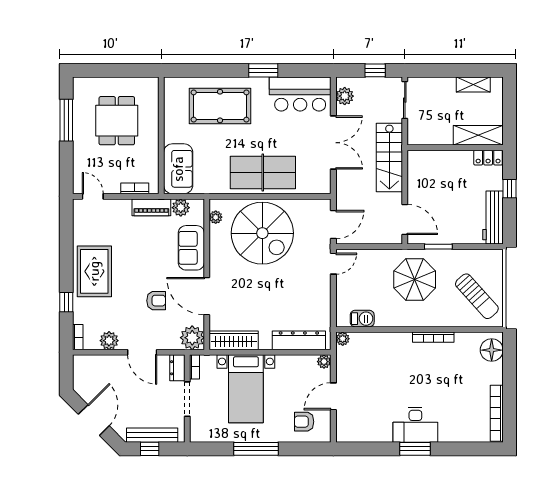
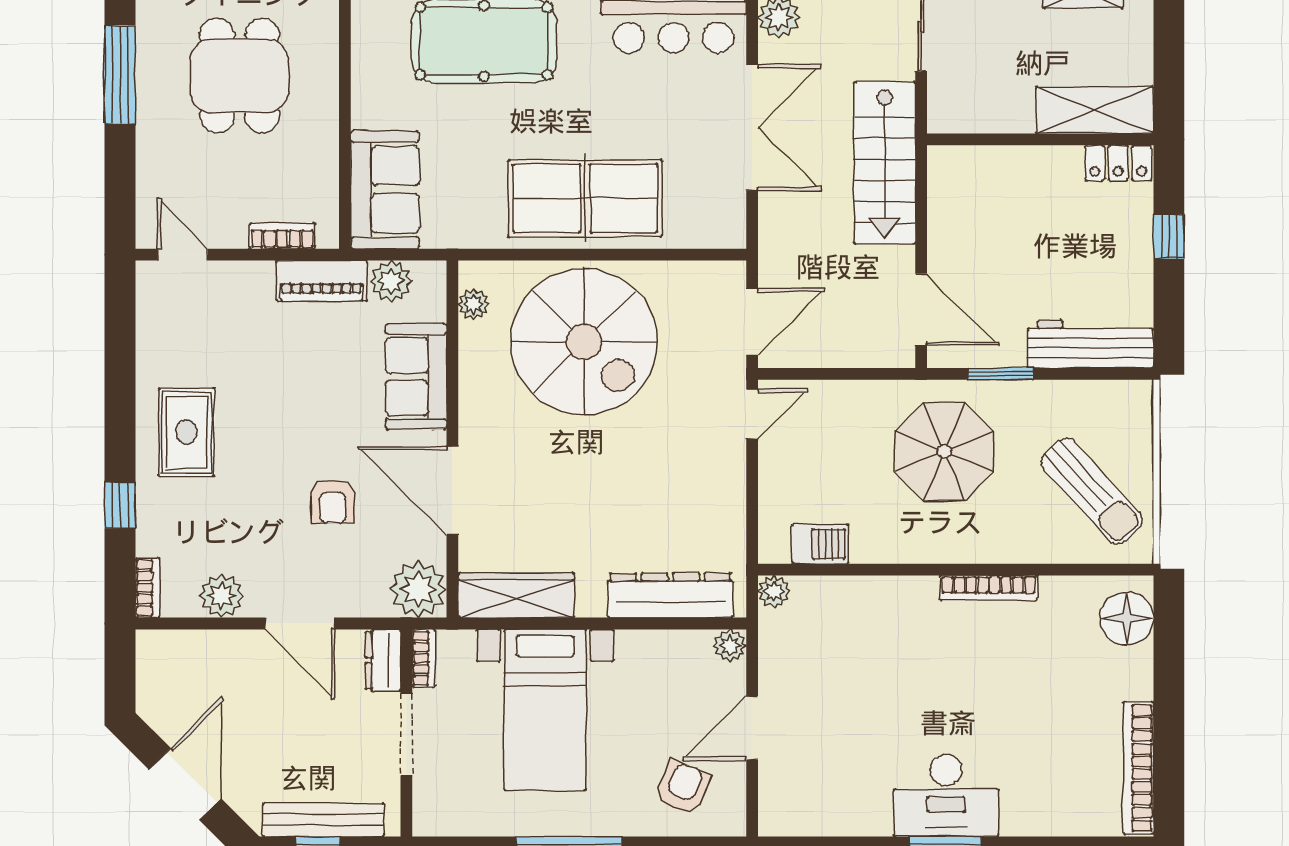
workbench: (493, 218) -> (1090, 344), moved, turned 90
rug: (94, 271) -> (186, 432), width x0.73, depth x0.70
armchair: (156, 301) -> (333, 501), turned 90
armchair: (304, 422) -> (683, 788), turned 112

